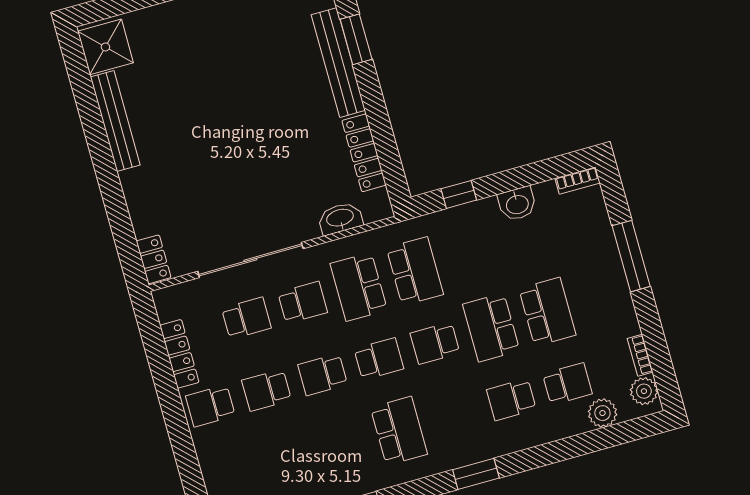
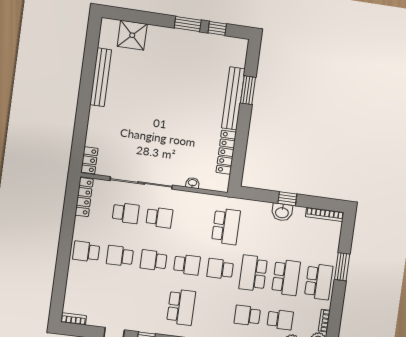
shower: (105, 47) -> (132, 35), moved
bookcase: (577, 181) -> (325, 214), width x1.56
window: (459, 194) -> (287, 199), moved
washbasin: (517, 204) -> (282, 212), moved
washbasin: (340, 218) -> (192, 183), width x0.52, depth x0.69
window: (631, 256) -> (342, 267), width x0.69
school desk: (359, 287) -> (319, 282), moved, turned 180
locker: (179, 354) -> (84, 197), moved

